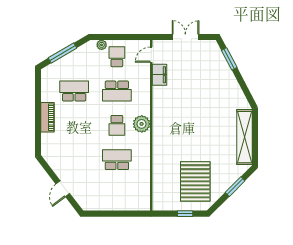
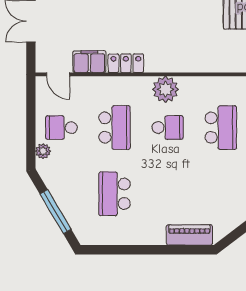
locker: (158, 98) -> (126, 63), added
piano: (48, 117) -> (189, 235), moved
school desk: (117, 160) -> (221, 128), turned 180

